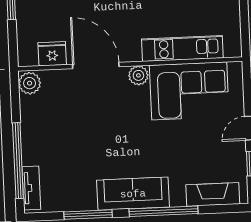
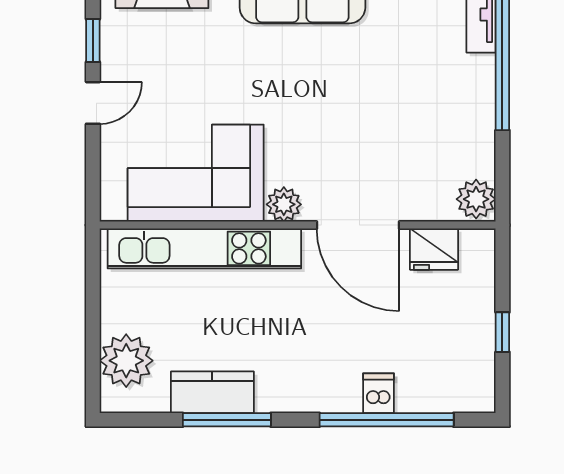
kitchen unit: (182, 48) -> (204, 248), width x1.36

